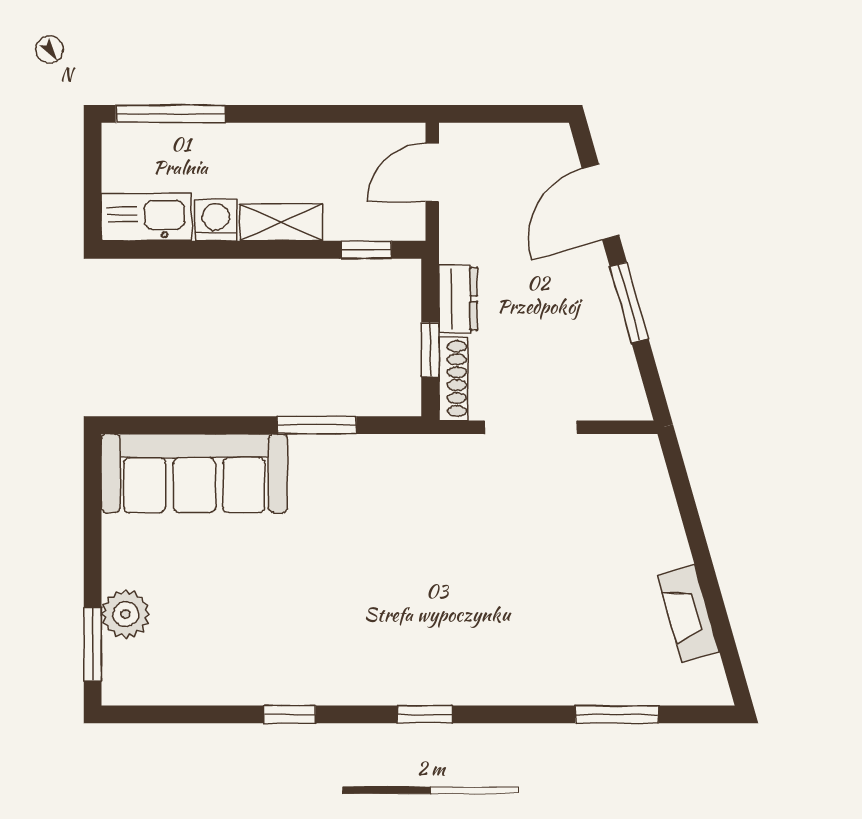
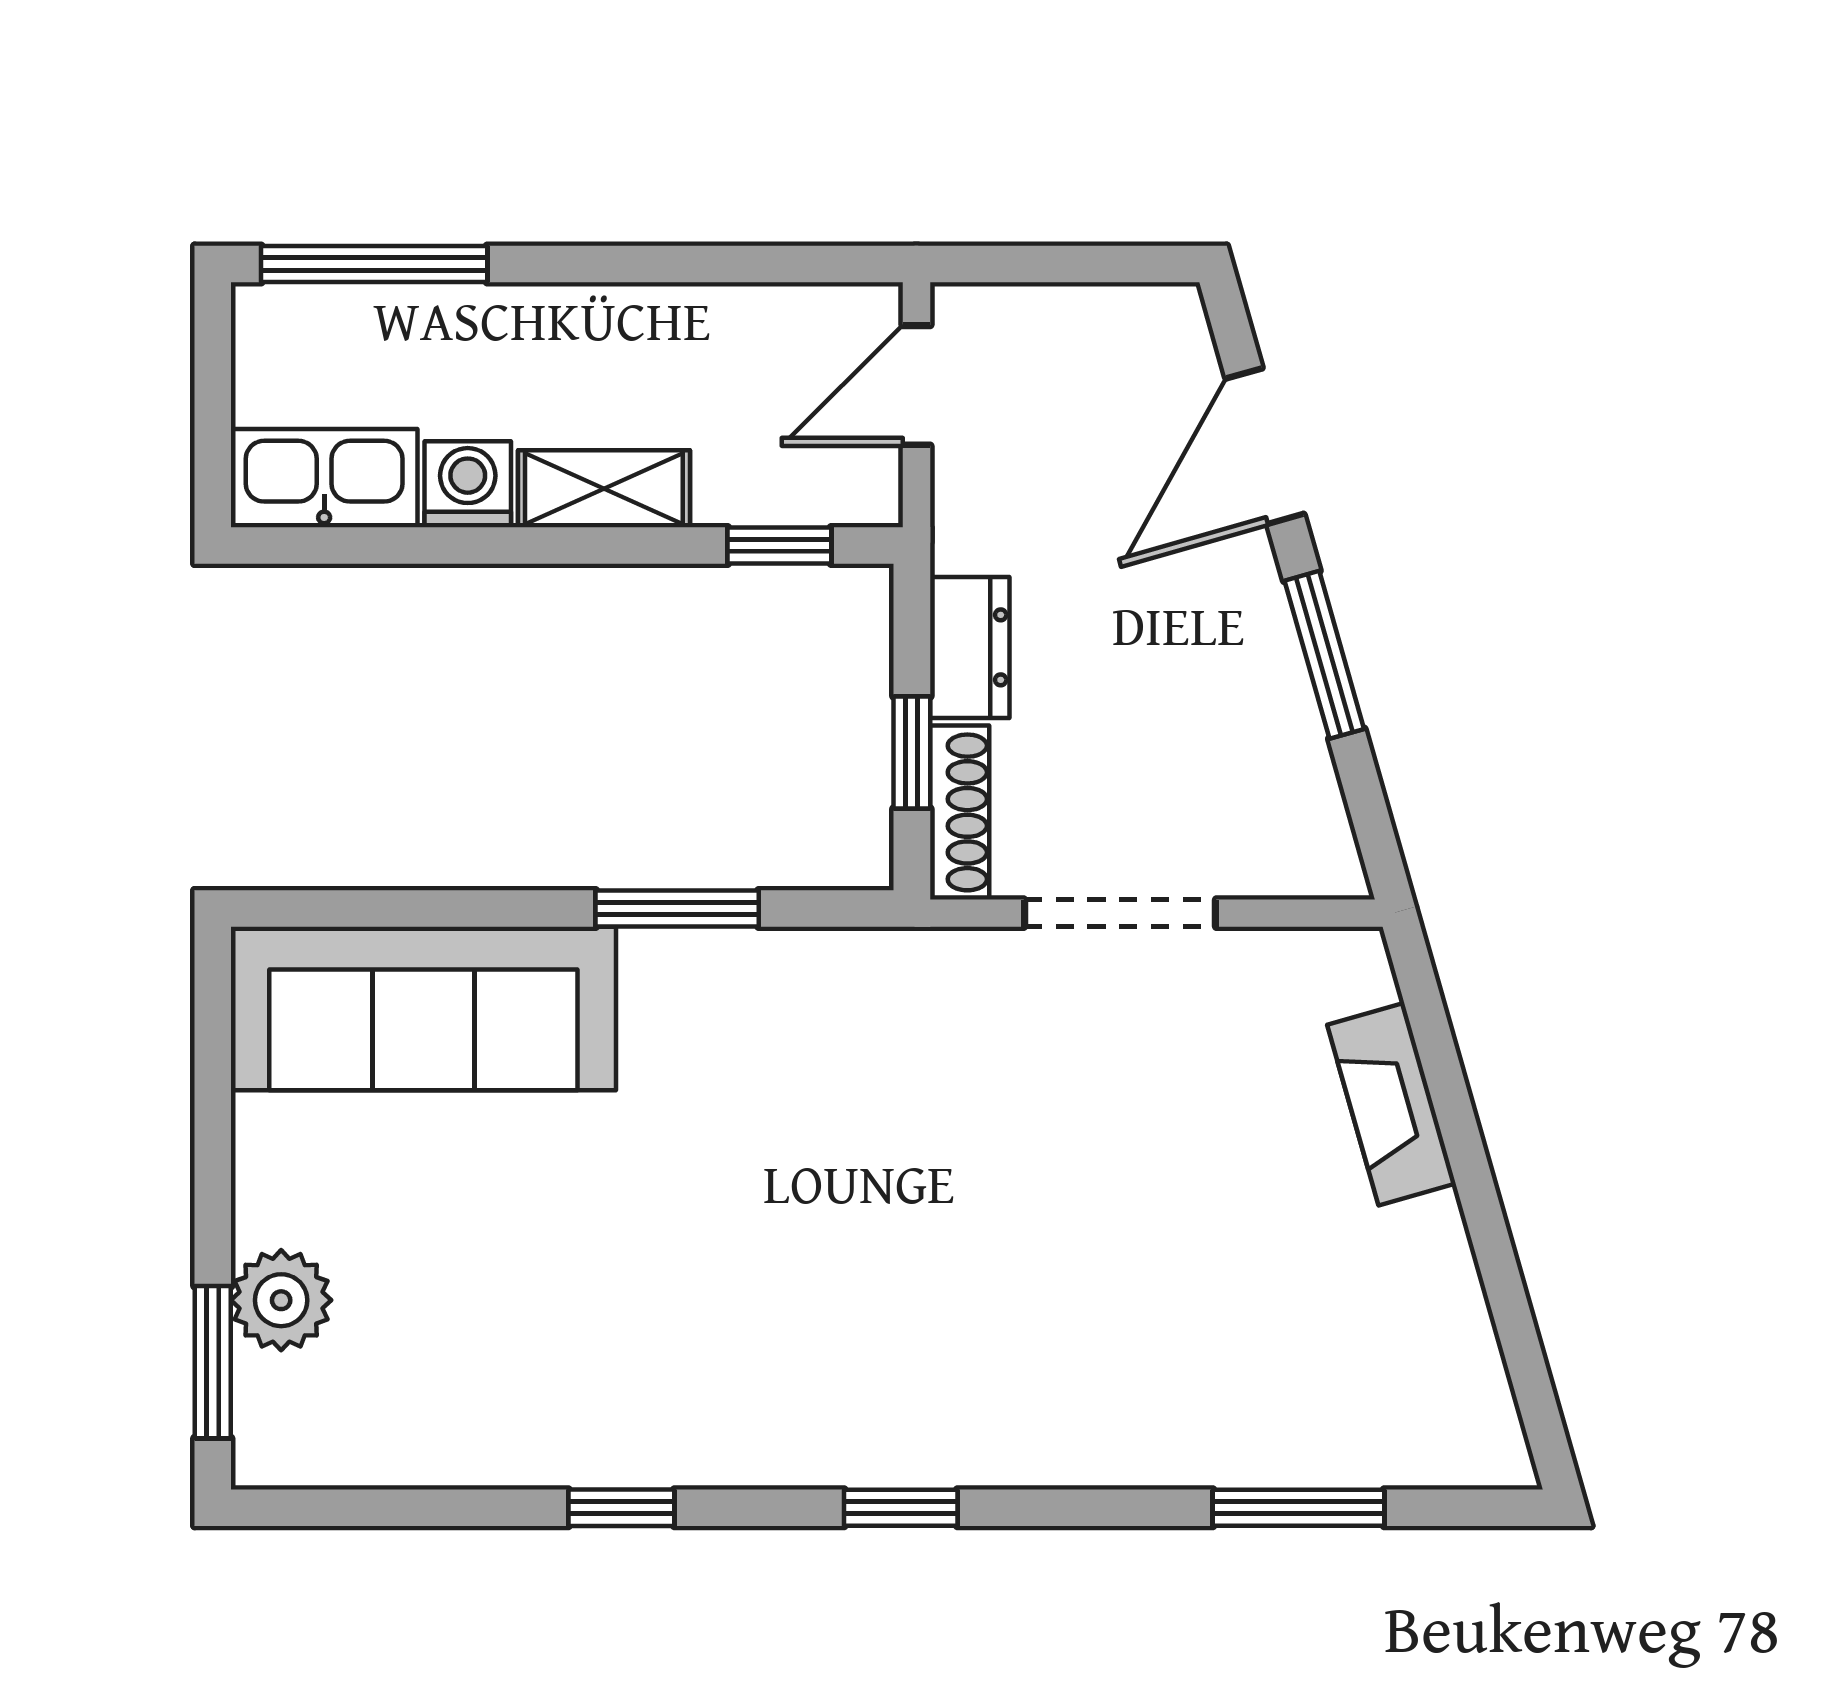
fireplace: (688, 613) -> (1391, 1104), moved

